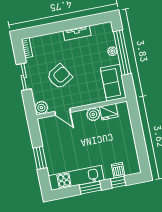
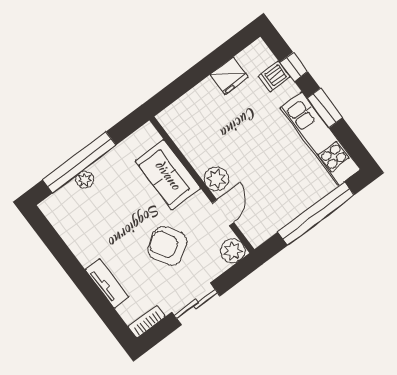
tv unit: (77, 33) -> (107, 283), moved
sofa: (113, 83) -> (168, 175), moved, turned 90
fridge: (109, 112) -> (229, 76), moved, turned 90
plant: (93, 114) -> (216, 179), moved
window: (40, 158) -> (316, 214), width x2.11

